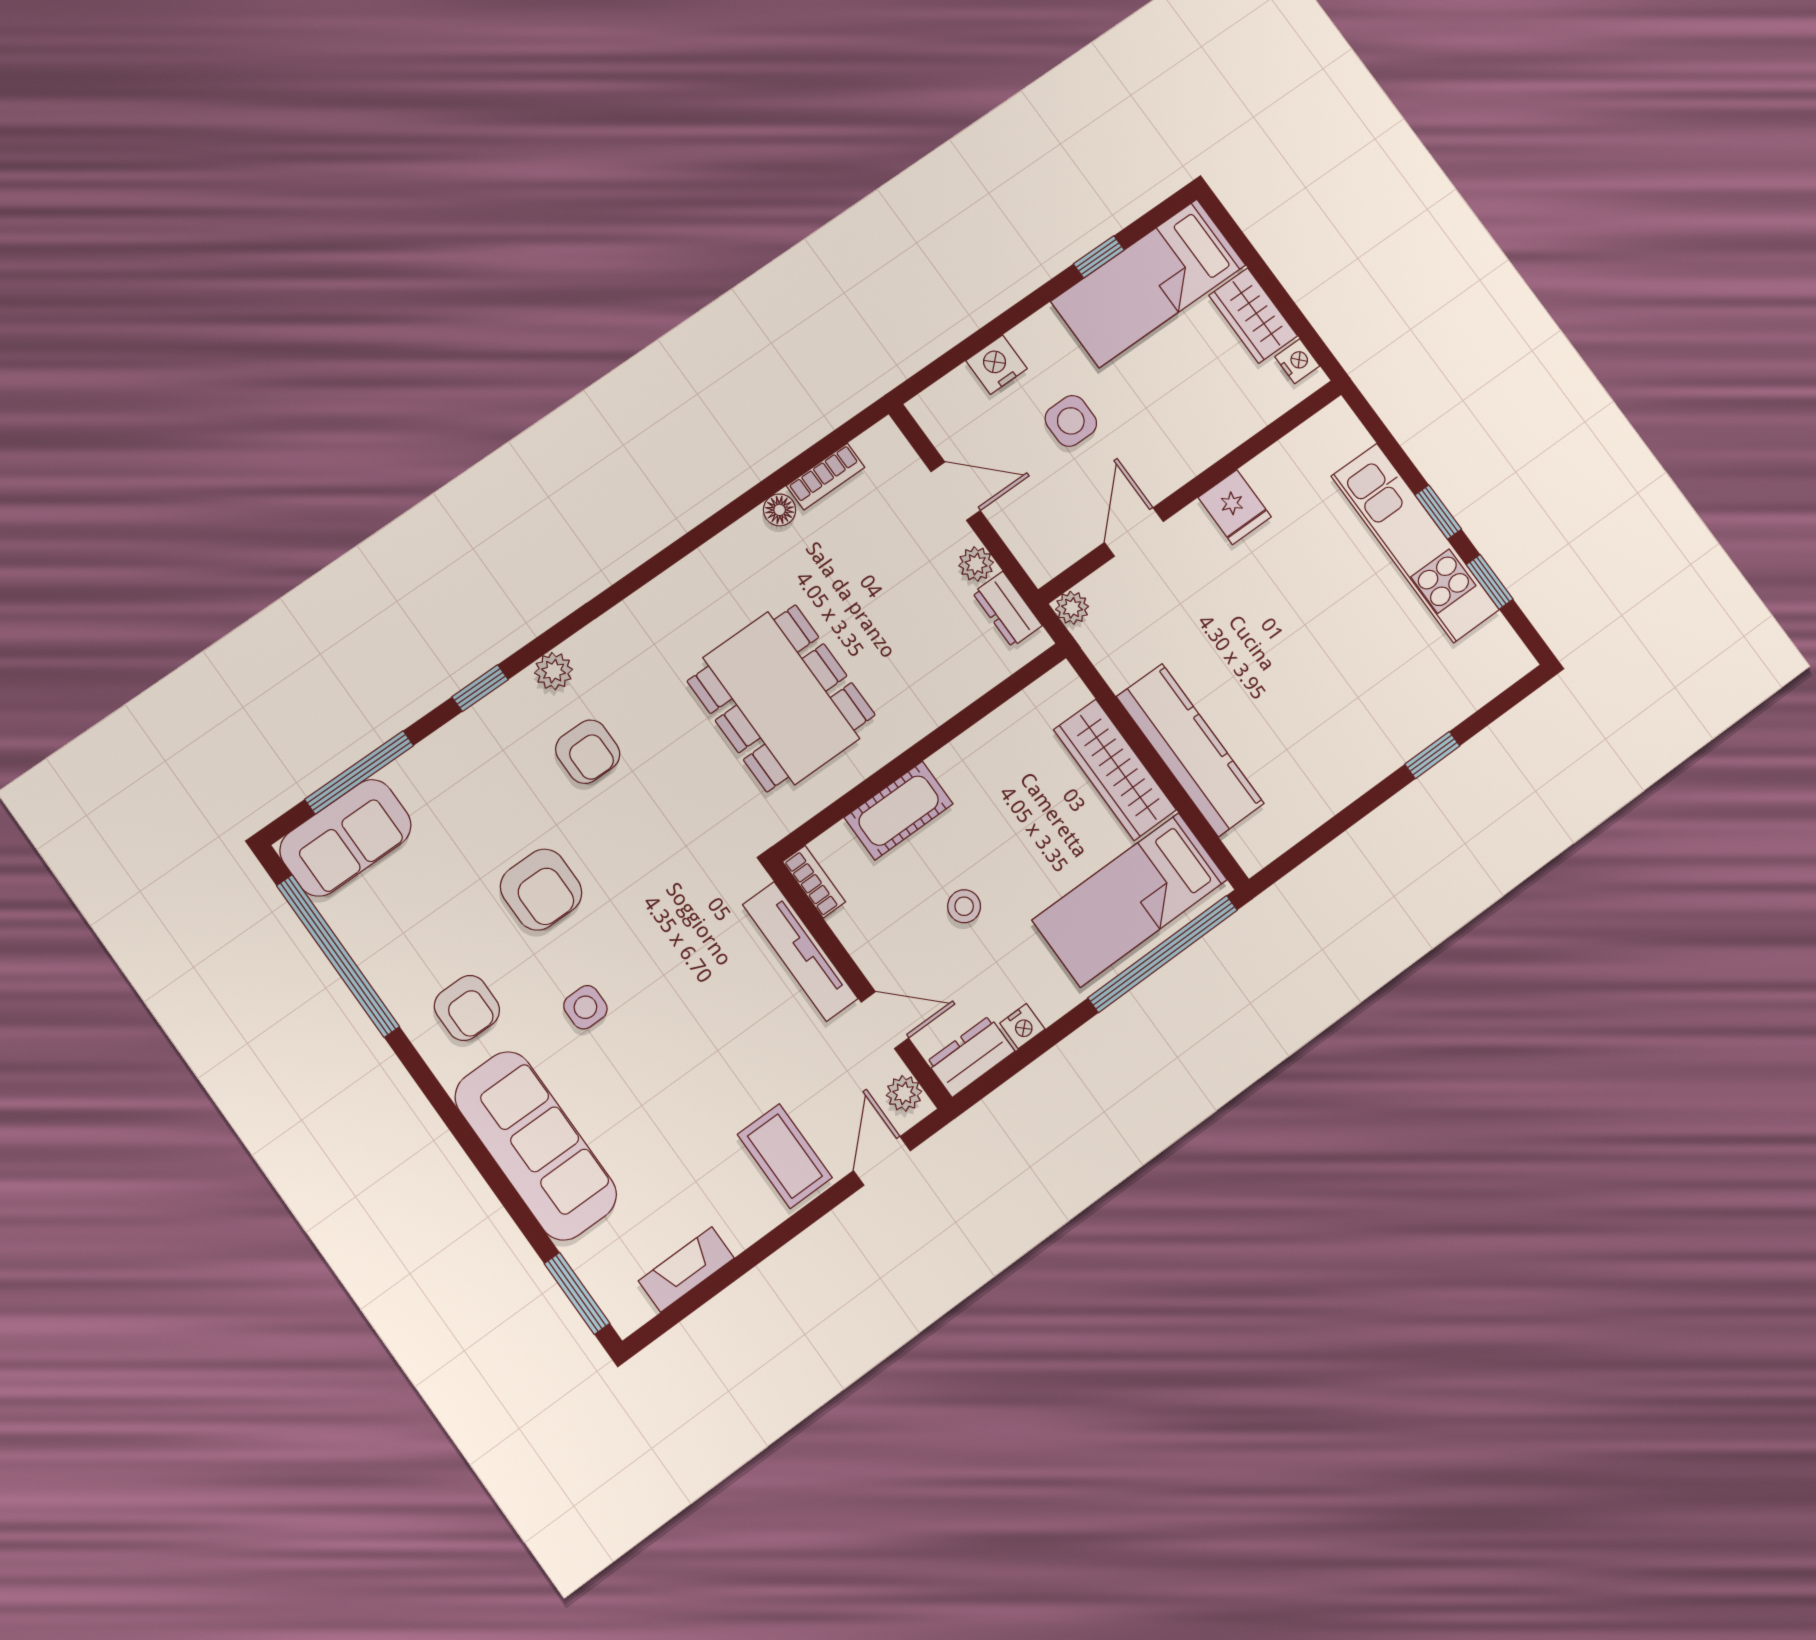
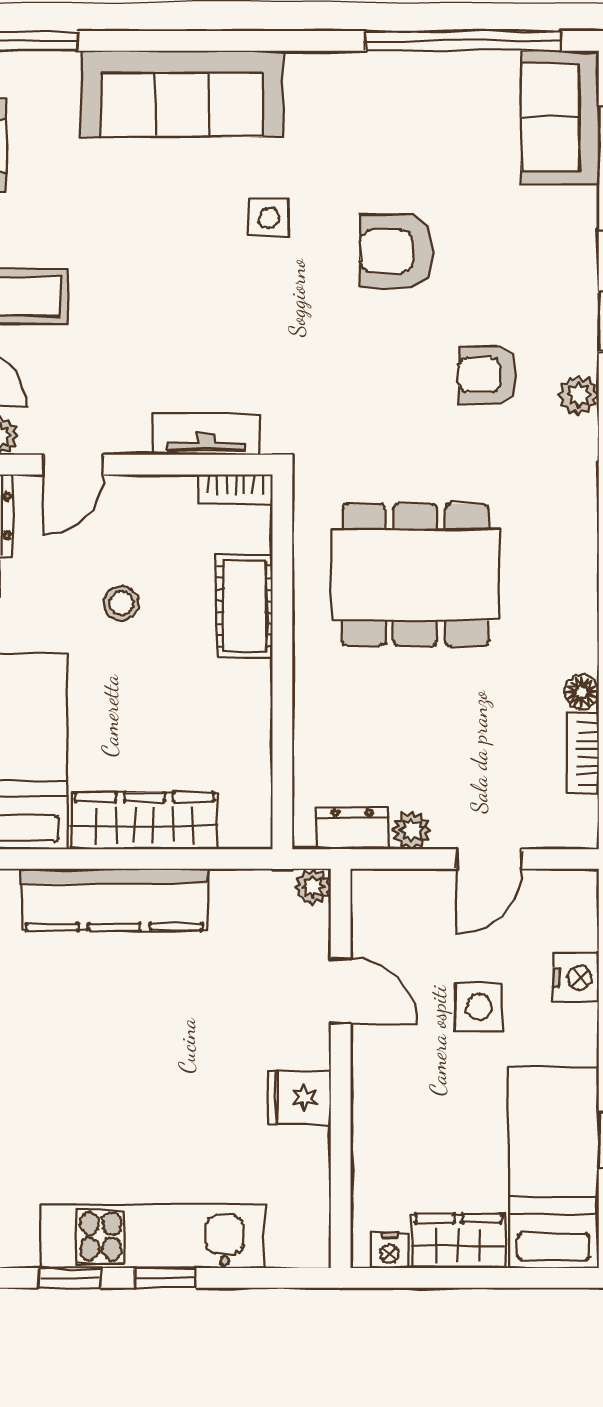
tv unit: (800, 952) -> (206, 434), width x0.71
armchair: (467, 1008) -> (341, 118), removed

